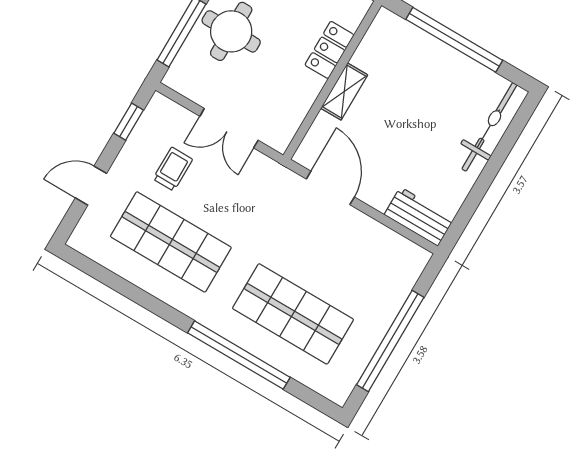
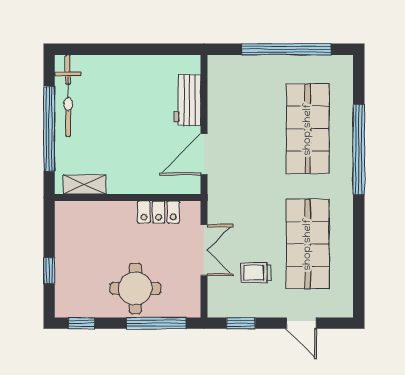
locker: (329, 50) -> (159, 212), moved
shelving: (344, 92) -> (85, 184), moved
bicycle: (489, 127) -> (68, 96), moved, turned -90
workbench: (419, 217) -> (187, 100), moved

